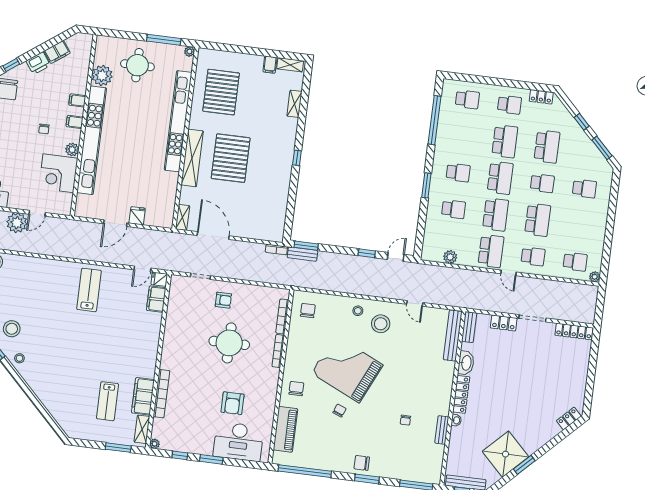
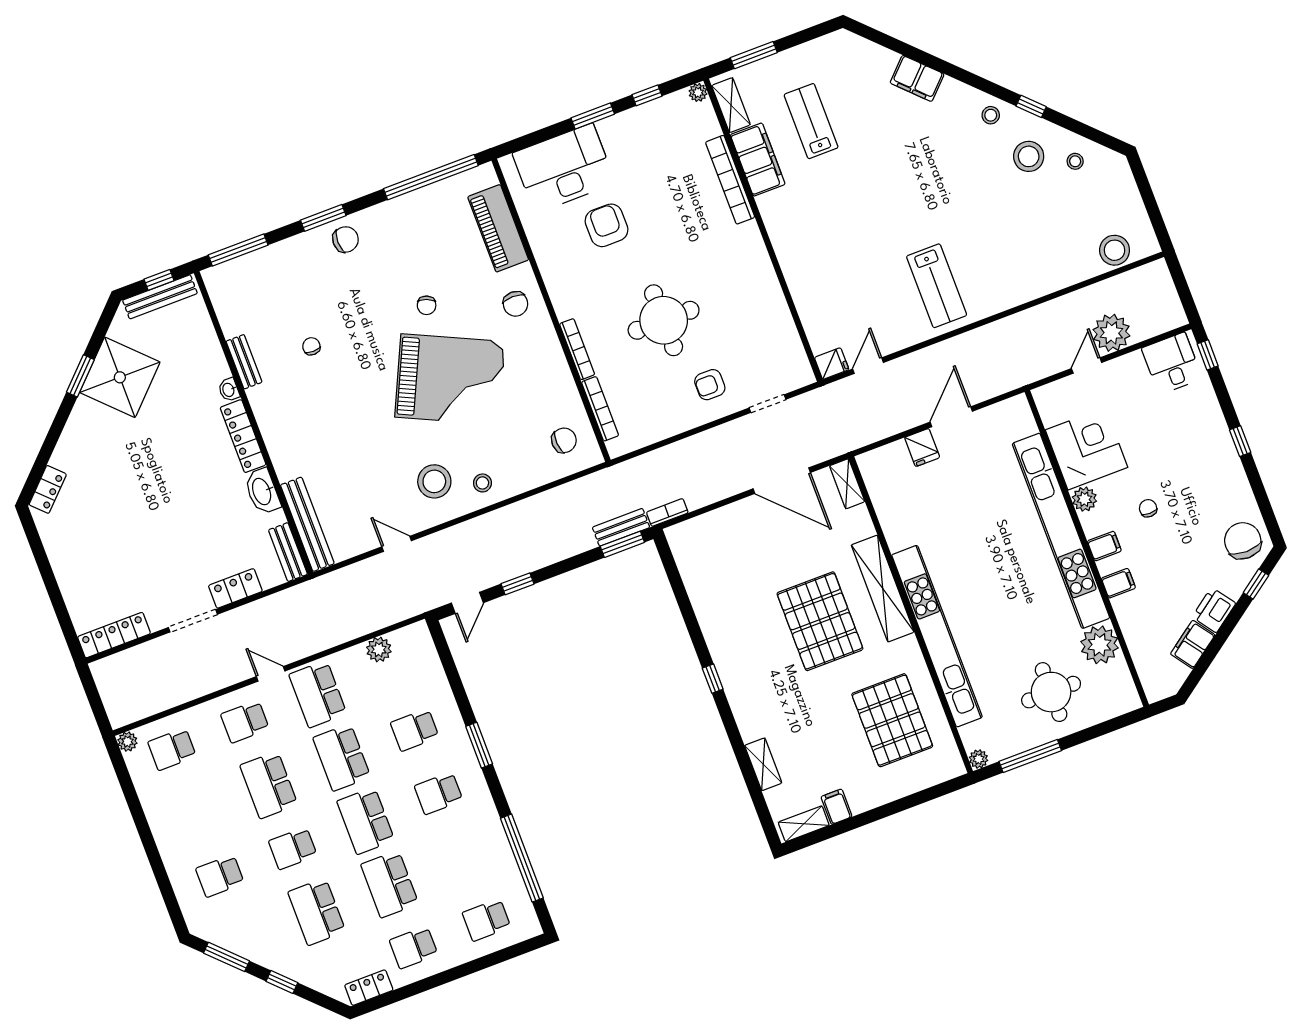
filing cabinet: (156, 299) -> (917, 78), moved, turned 135
chair: (308, 311) -> (564, 440), turned -93

